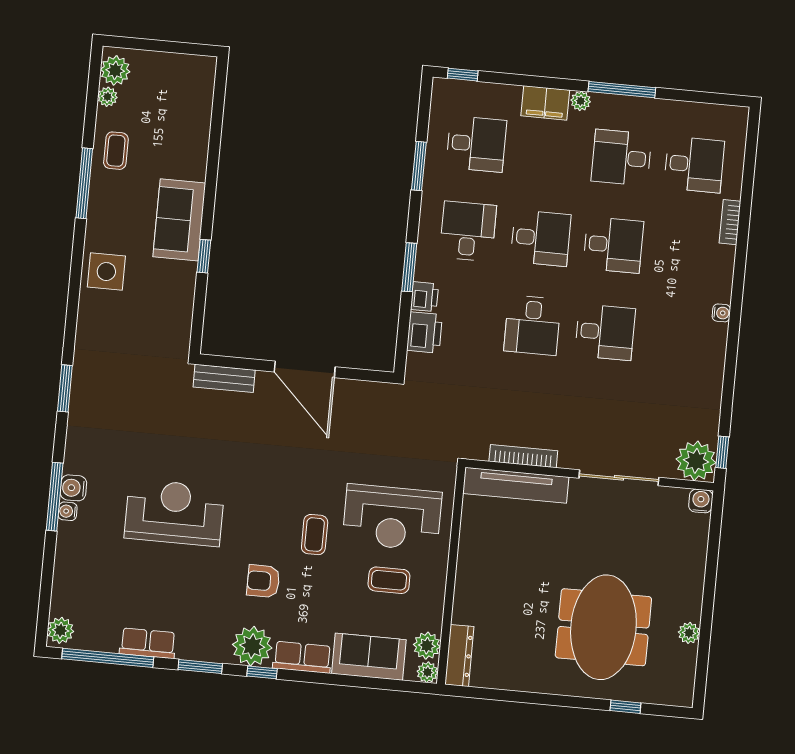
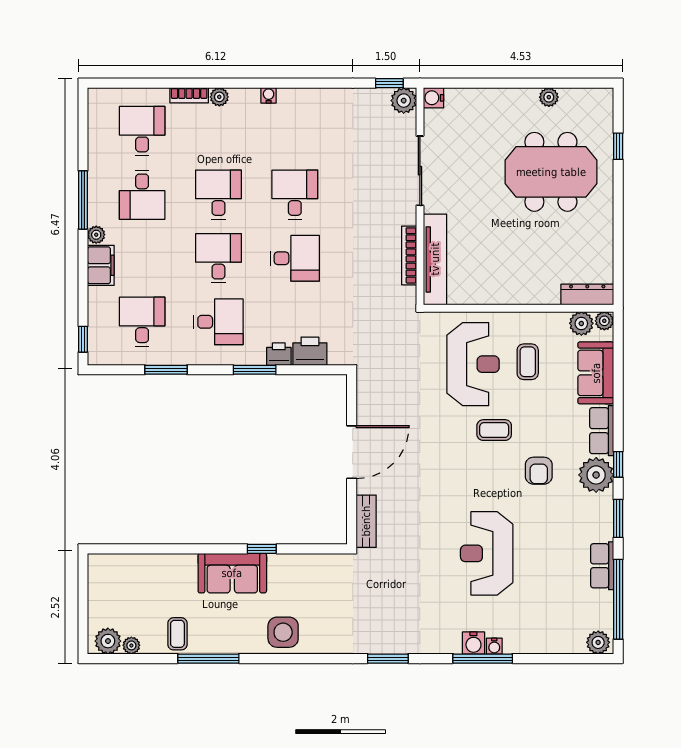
coffee table: (116, 151) -> (177, 634), turned 90
desk: (468, 231) -> (218, 322), turned 180
plant: (725, 256) -> (219, 97), added
plant: (696, 461) -> (404, 101), width x0.73, depth x0.73

